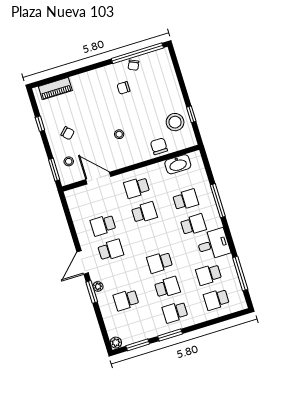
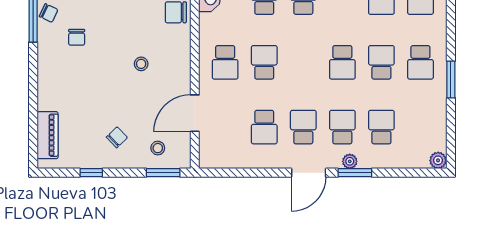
door: (83, 262) -> (309, 173), hinge flipped
school desk: (118, 275) -> (342, 127), added
school desk: (126, 300) -> (381, 127), turned 180
window: (138, 345) -> (451, 130), removed

